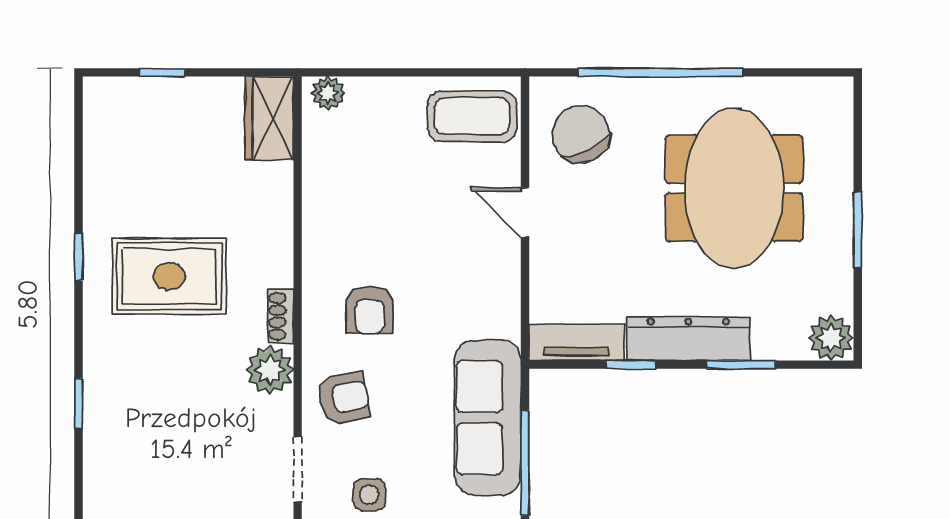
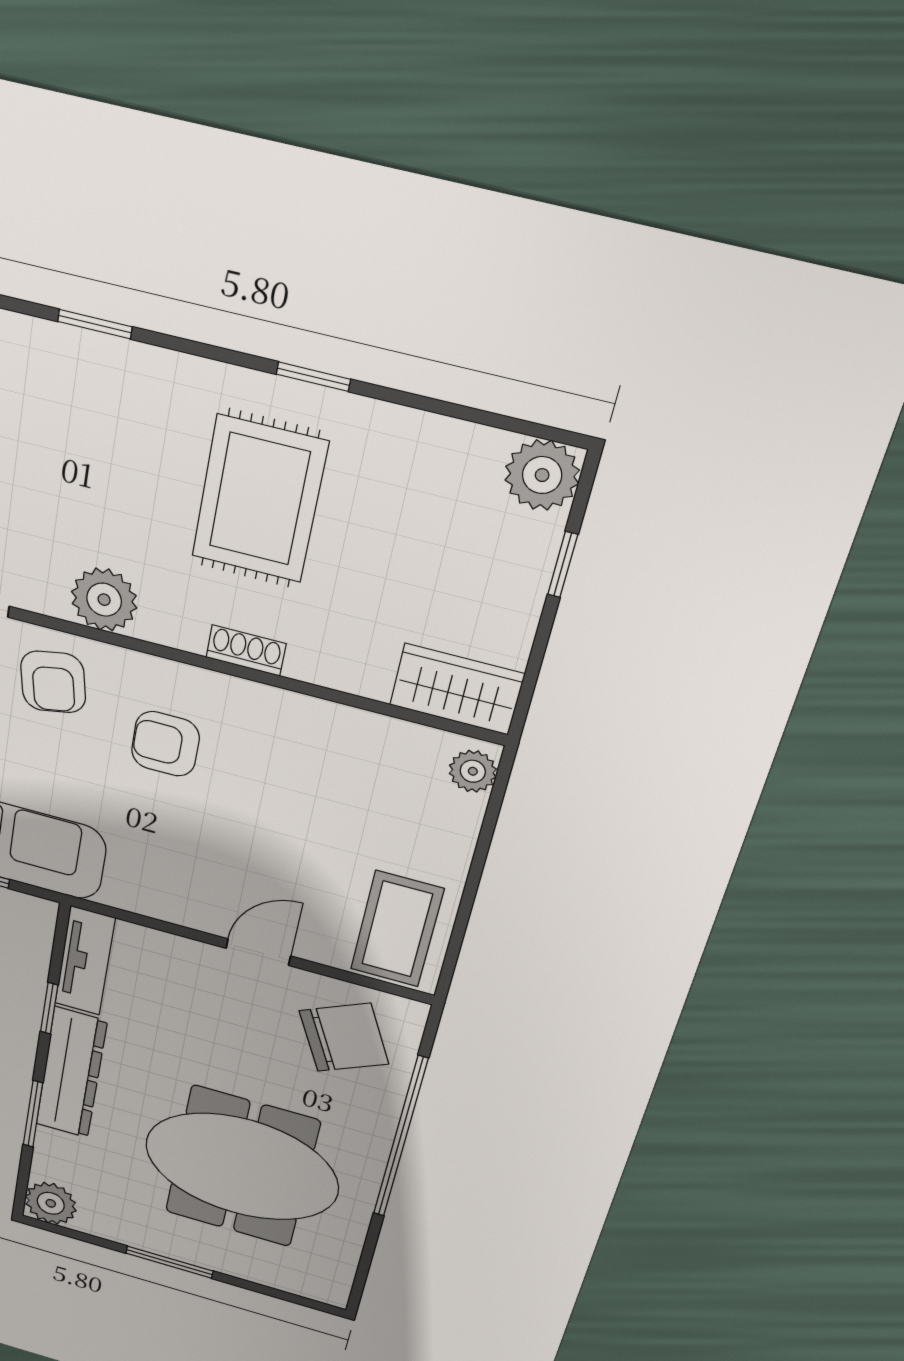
plant: (106, 100) -> (542, 475), added
shoe rack: (281, 316) -> (246, 651), moved

